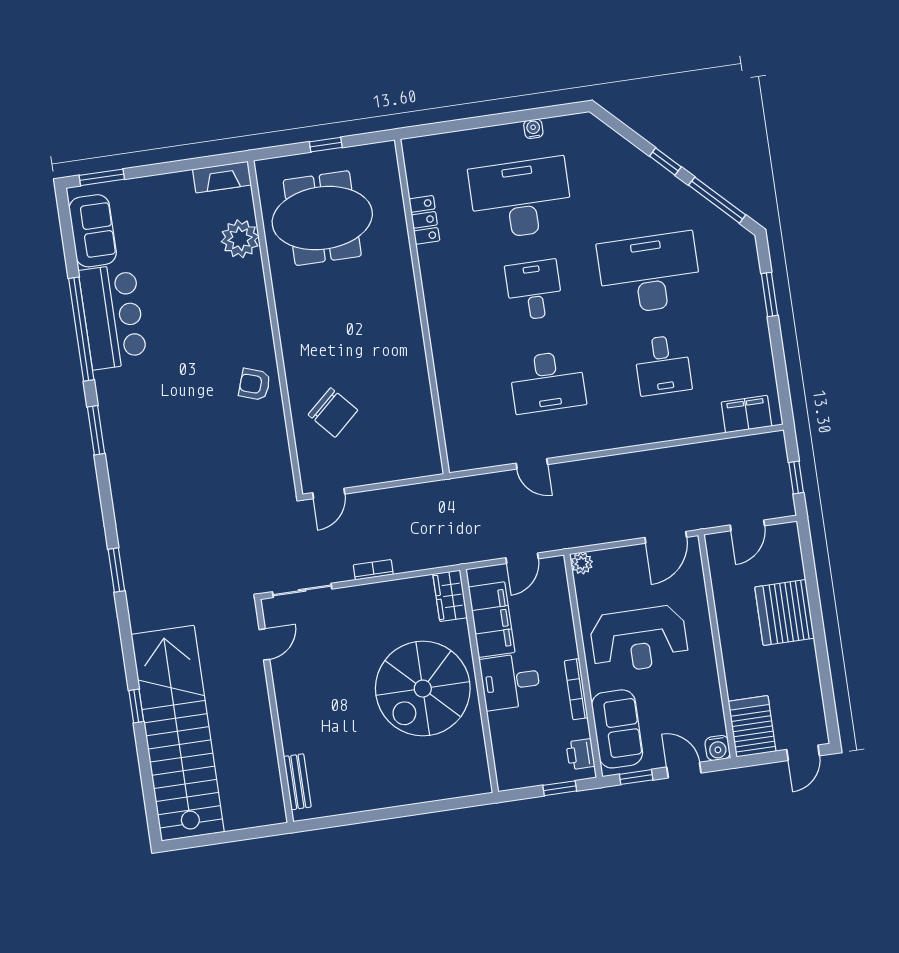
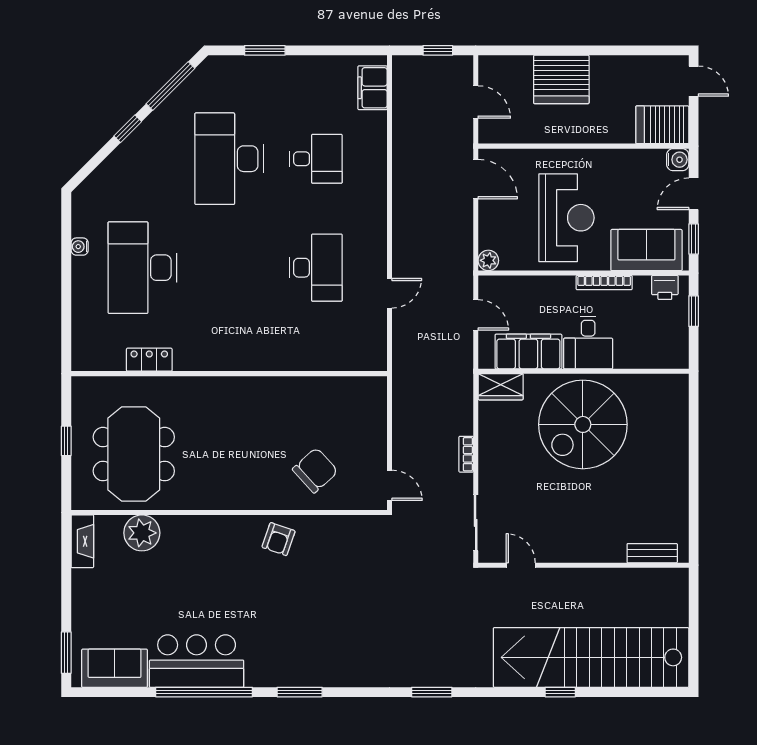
desk: (534, 290) -> (229, 268), removed
spiral stairs: (423, 689) -> (583, 424), turned 90

